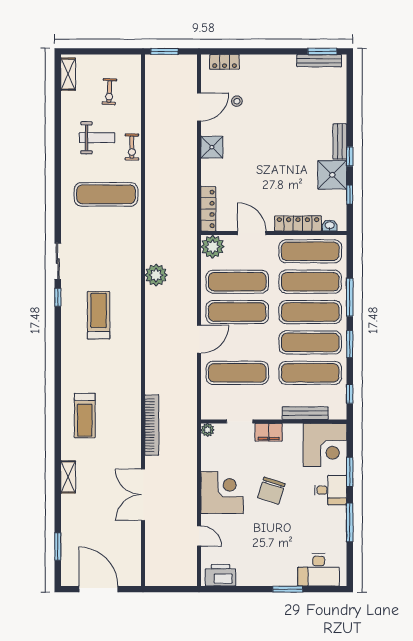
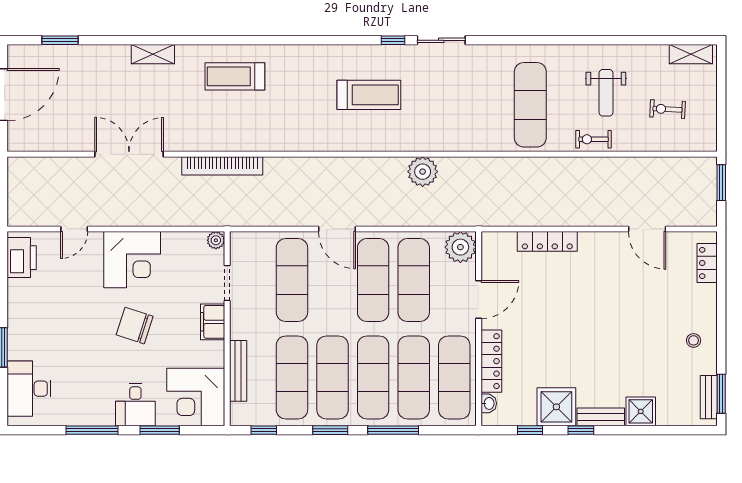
bench: (319, 61) -> (709, 397), width x0.73
stool: (237, 101) -> (694, 340), moved
shower: (212, 147) -> (641, 411), moved
locker: (208, 209) -> (547, 241), moved

